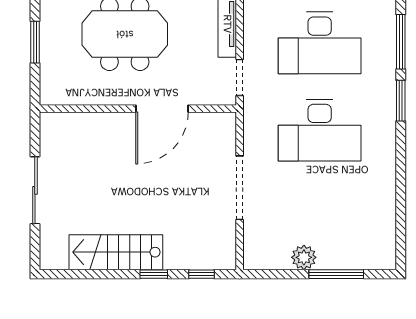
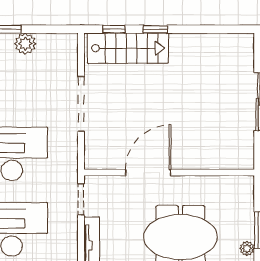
plant: (48, 21) -> (247, 248), added
stairs: (116, 252) -> (128, 48), moved

